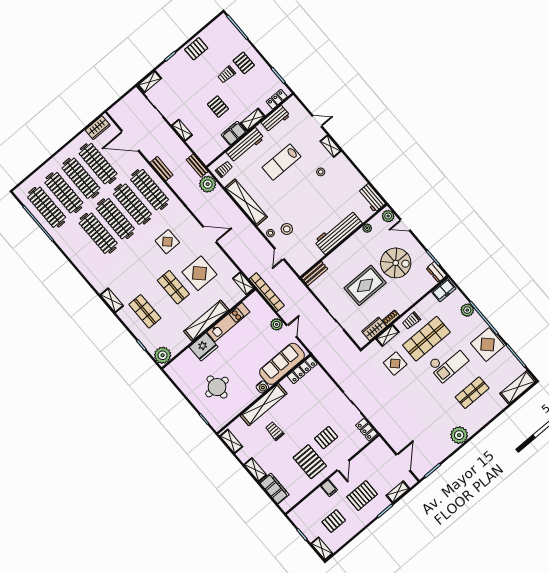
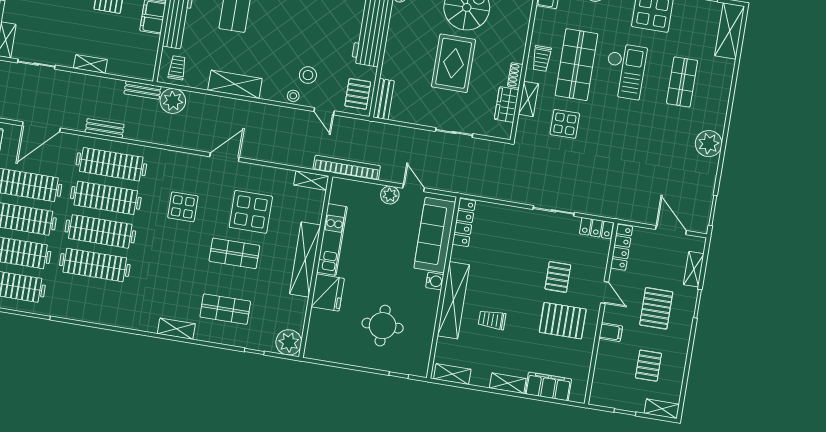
shelving: (246, 202) -> (235, 84), width x0.68
pallet: (304, 260) -> (358, 94), added
locker: (371, 450) -> (622, 247), added

